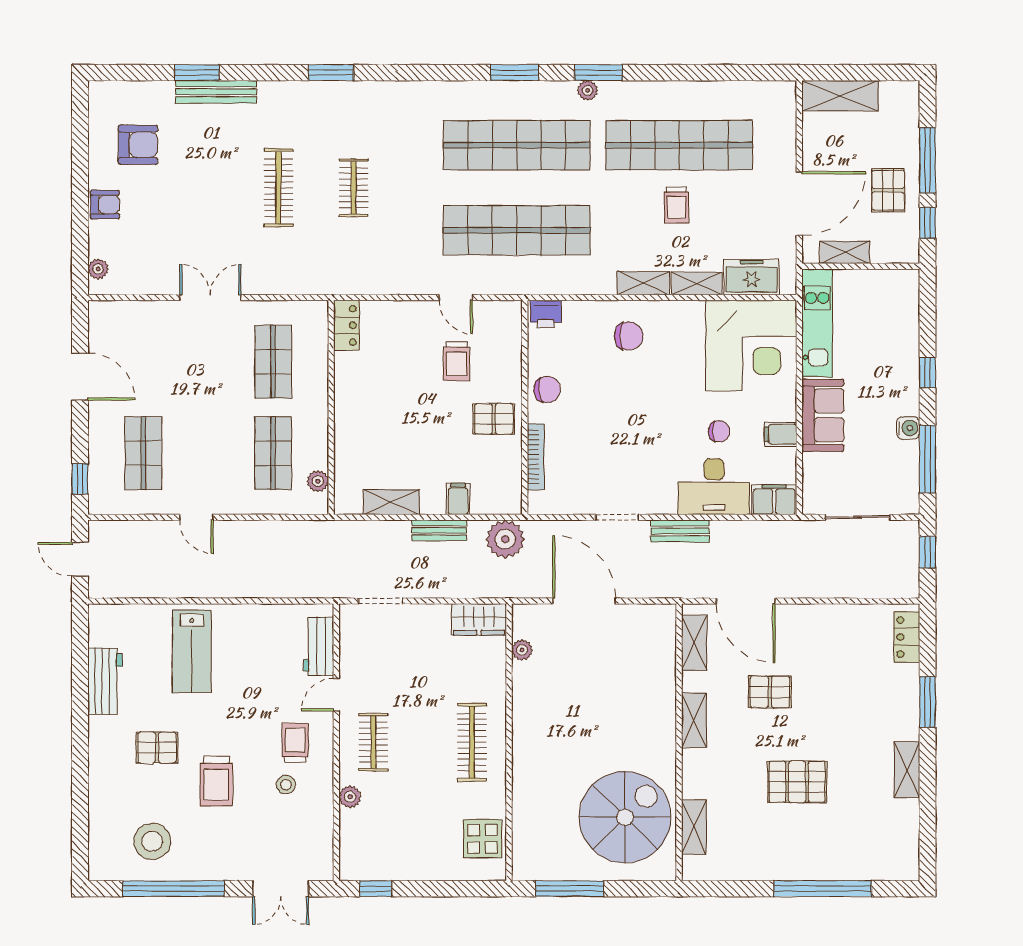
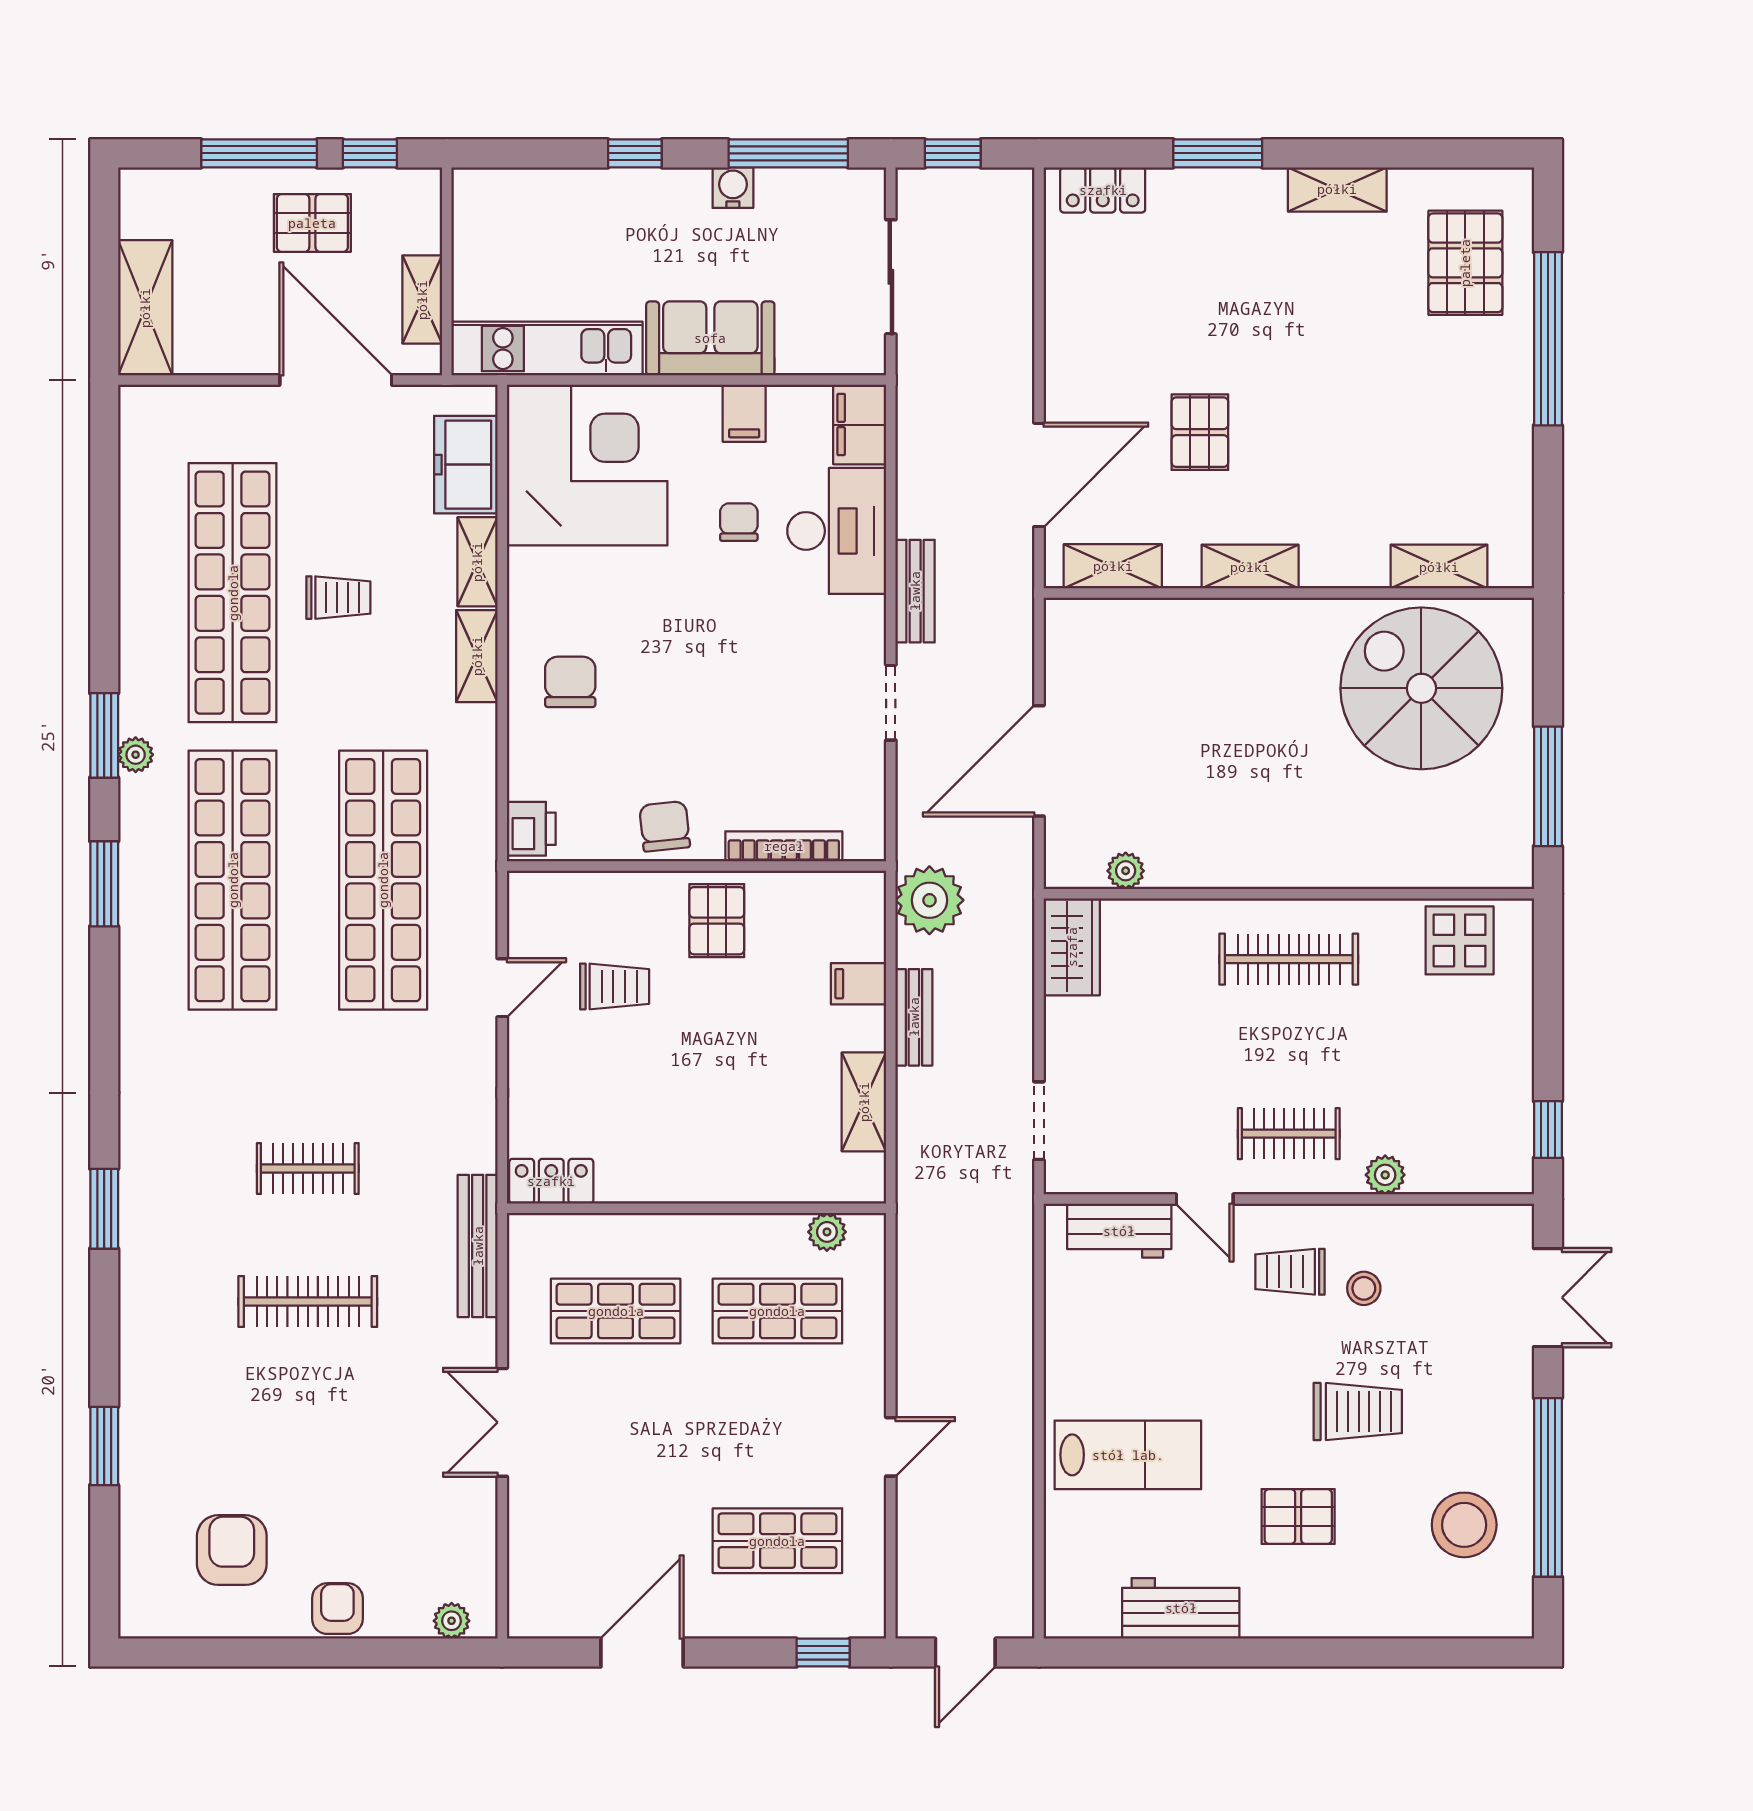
bench: (216, 92) -> (478, 1246), moved
pallet: (157, 747) -> (1298, 1516), turned 90
pallet: (797, 782) -> (1465, 263), moved

